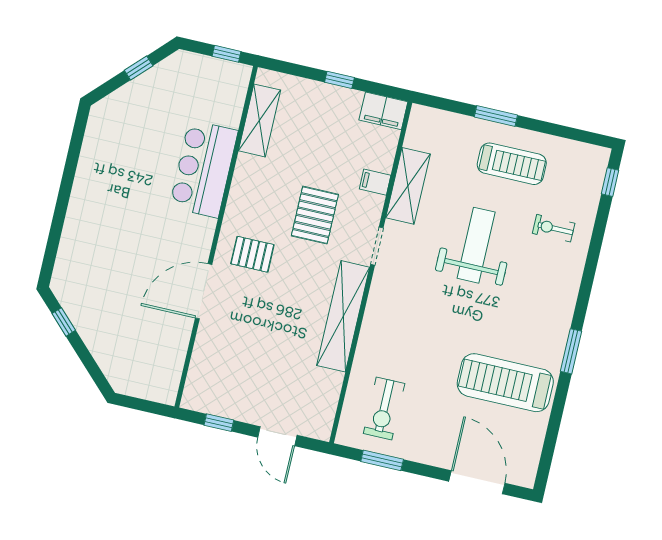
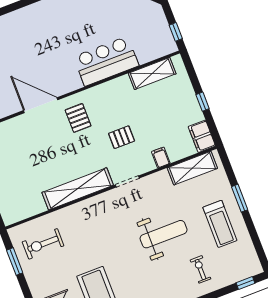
shelving: (408, 186) -> (192, 168), moved
pallet: (315, 215) -> (122, 137), width x0.67, depth x0.71

